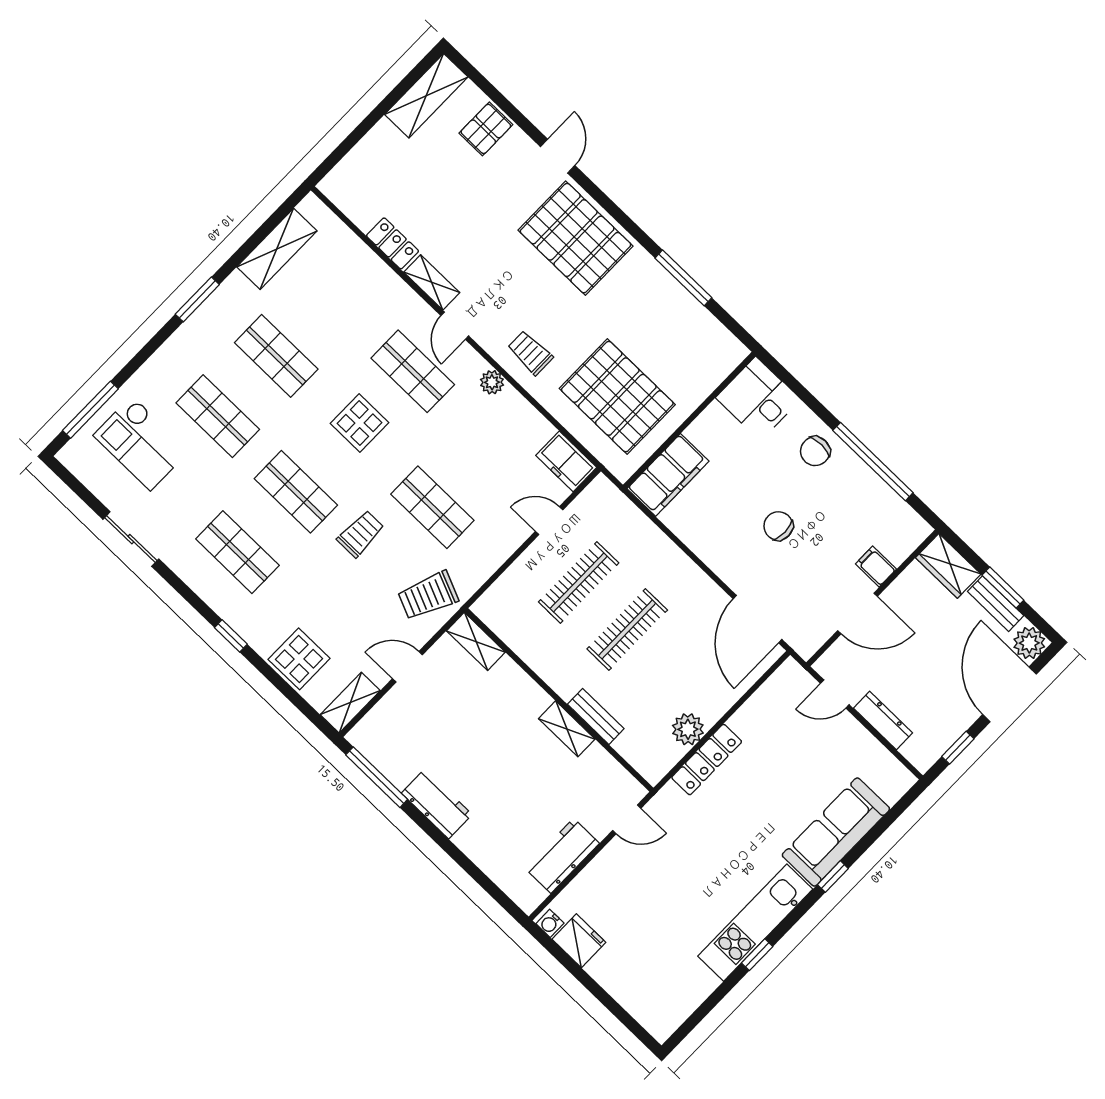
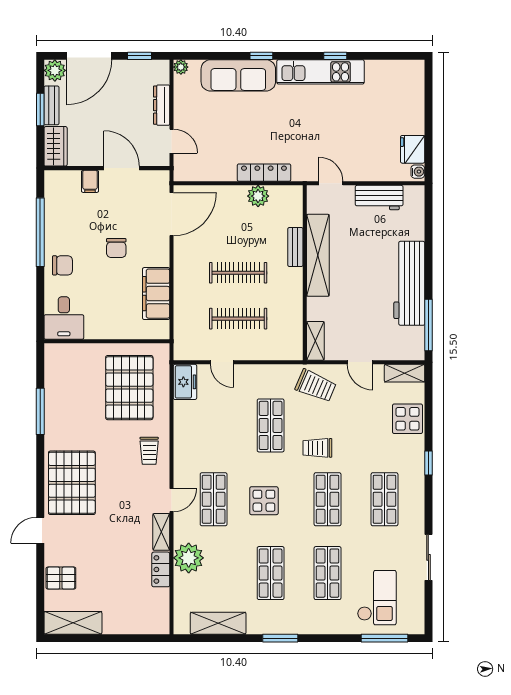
plant: (492, 382) -> (189, 558), moved, width x1.87, depth x1.87
filing cabinet: (668, 475) -> (156, 294), moved, turned -90
shelving: (567, 729) -> (318, 255), width x2.20, depth x1.33
plant: (904, 780) -> (181, 67), added
workbench: (437, 804) -> (409, 283), width x1.88, depth x1.32

